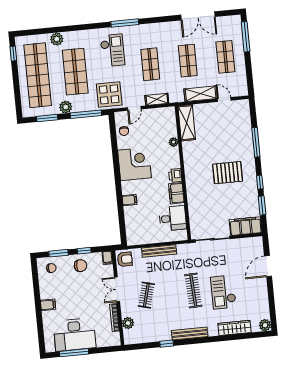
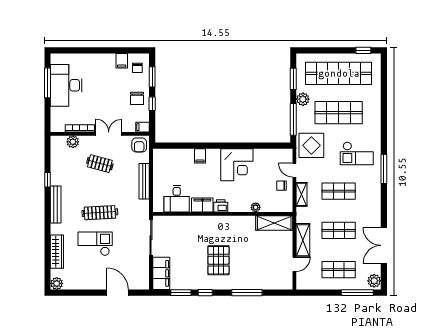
plant: (57, 39) -> (374, 281), moved
chair: (124, 131) -> (281, 186), moved
filing cabinet: (48, 305) -> (122, 61), moved

